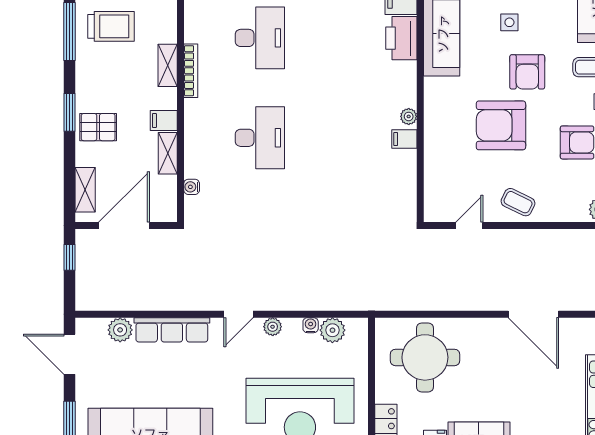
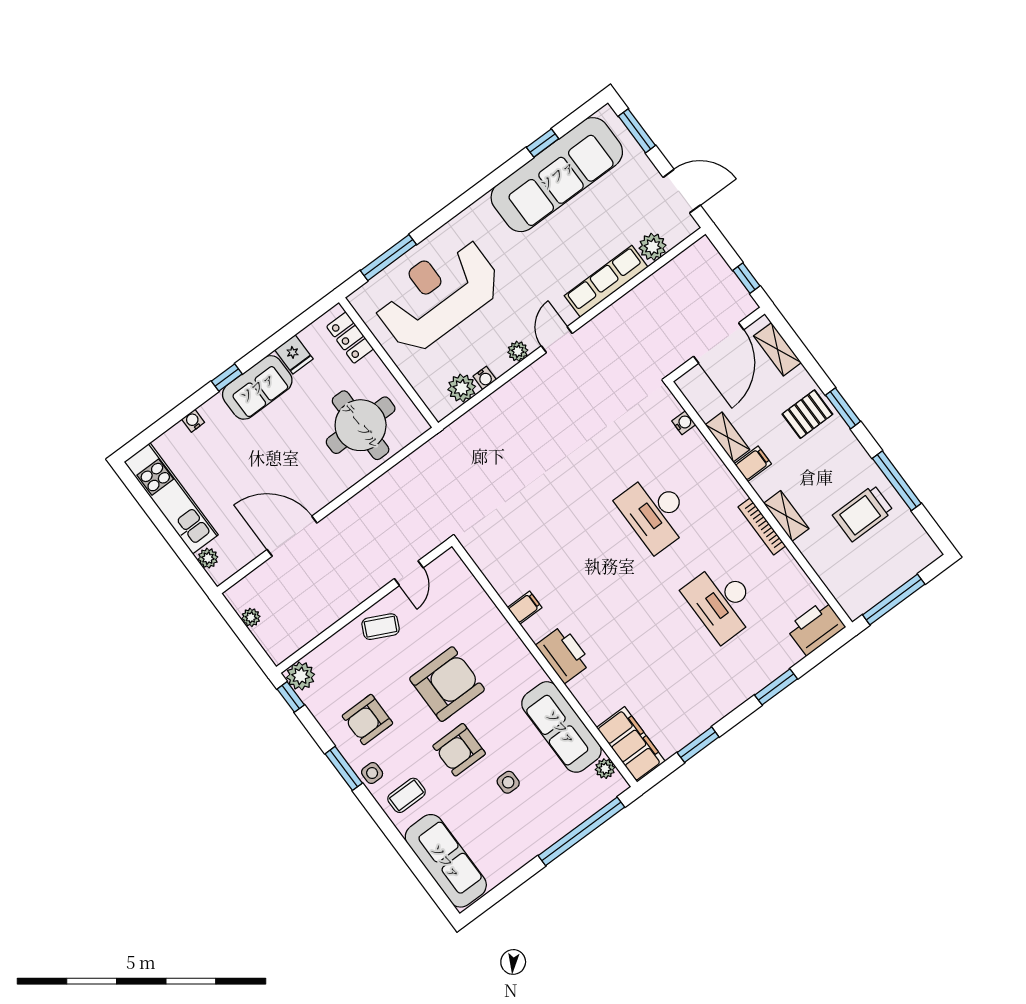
printer: (401, 38) -> (564, 654), moved
armchair: (527, 72) -> (459, 750), turned -90
plant: (409, 116) -> (536, 631), removed

